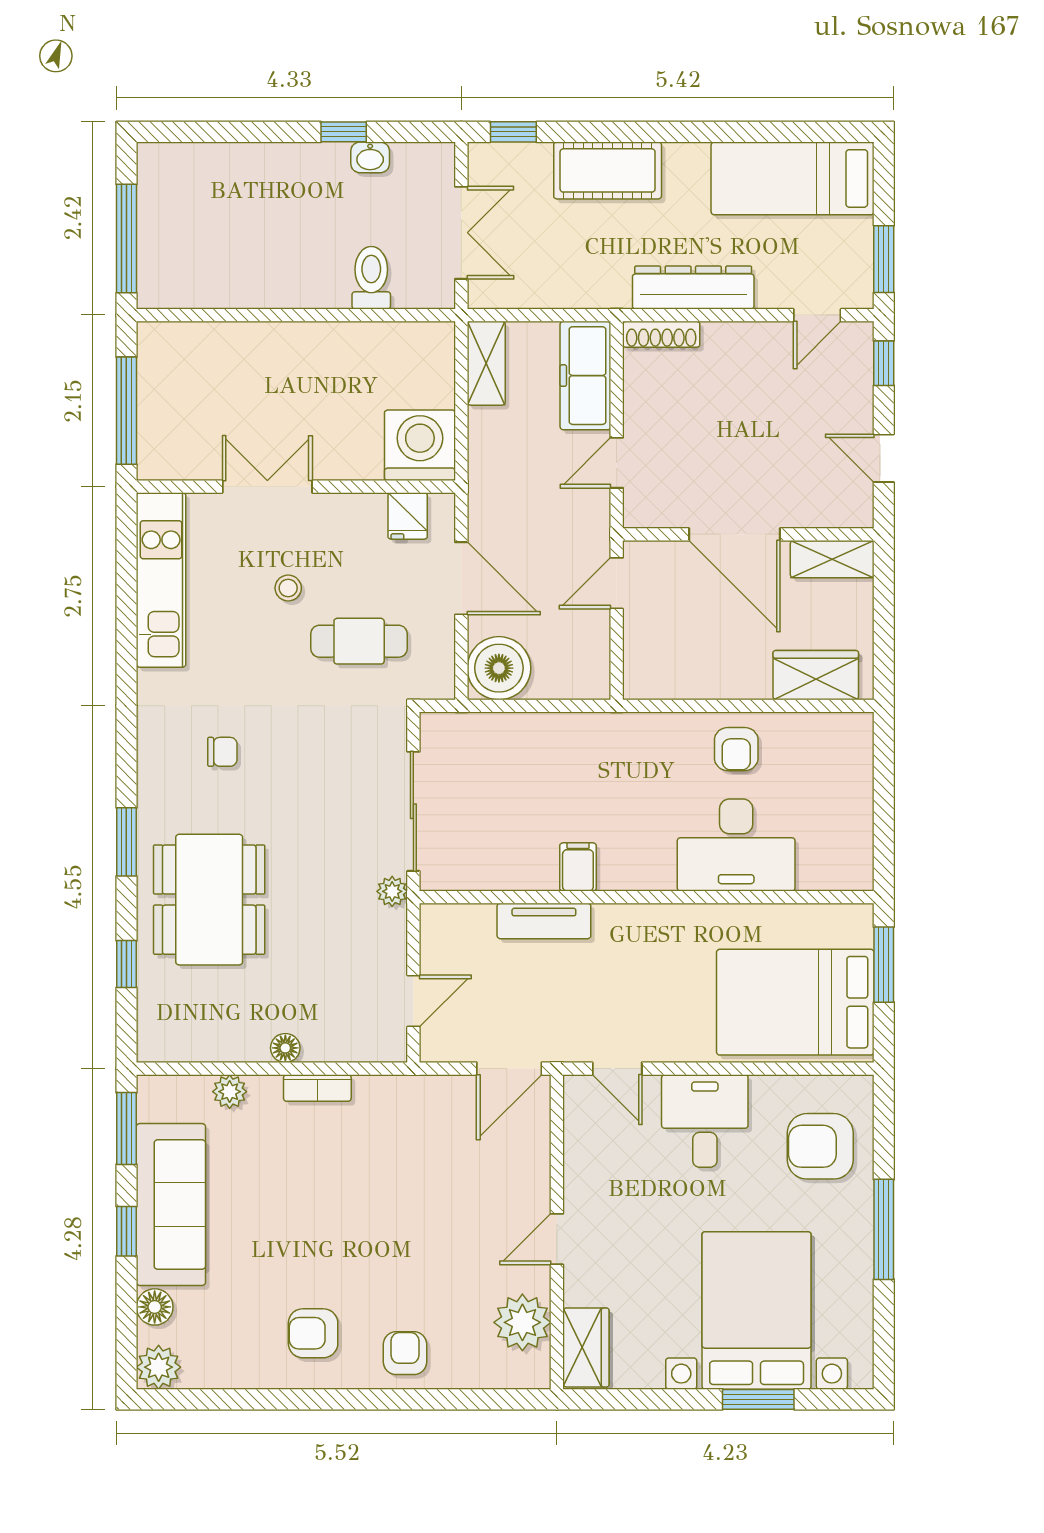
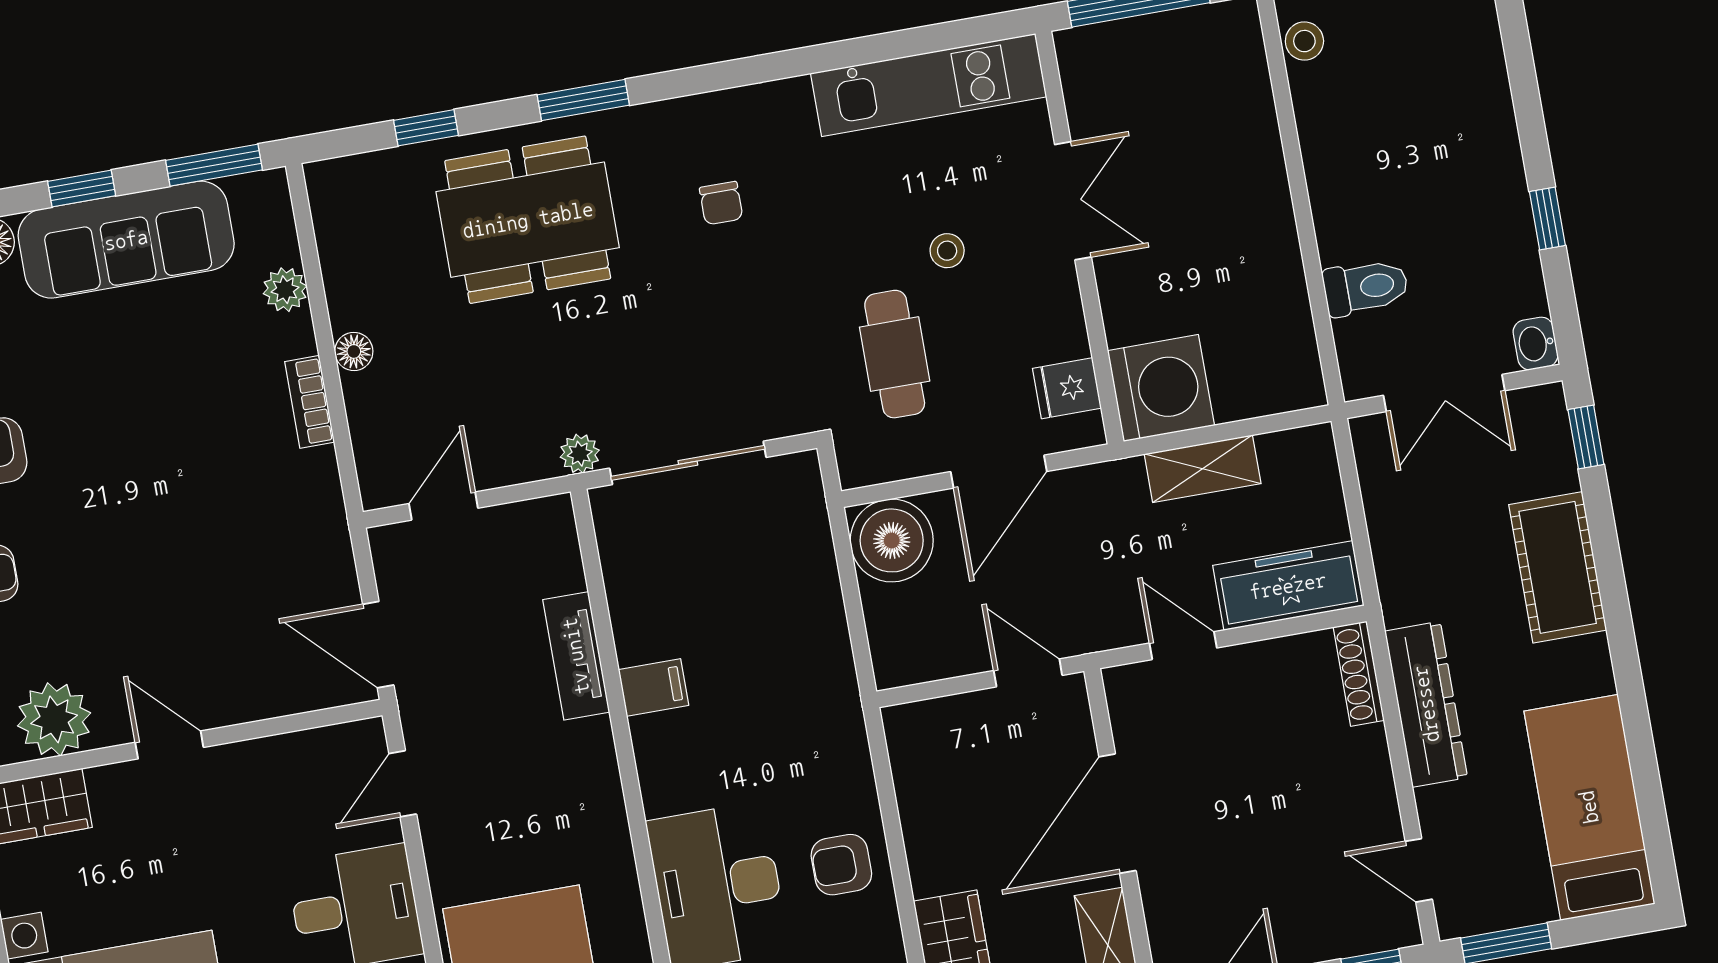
washbasin: (370, 157) -> (1536, 343), moved
stool: (178, 291) -> (1304, 41), added
shelving: (486, 363) -> (1203, 469), moved
door: (413, 1001) -> (443, 506), swing flipped

